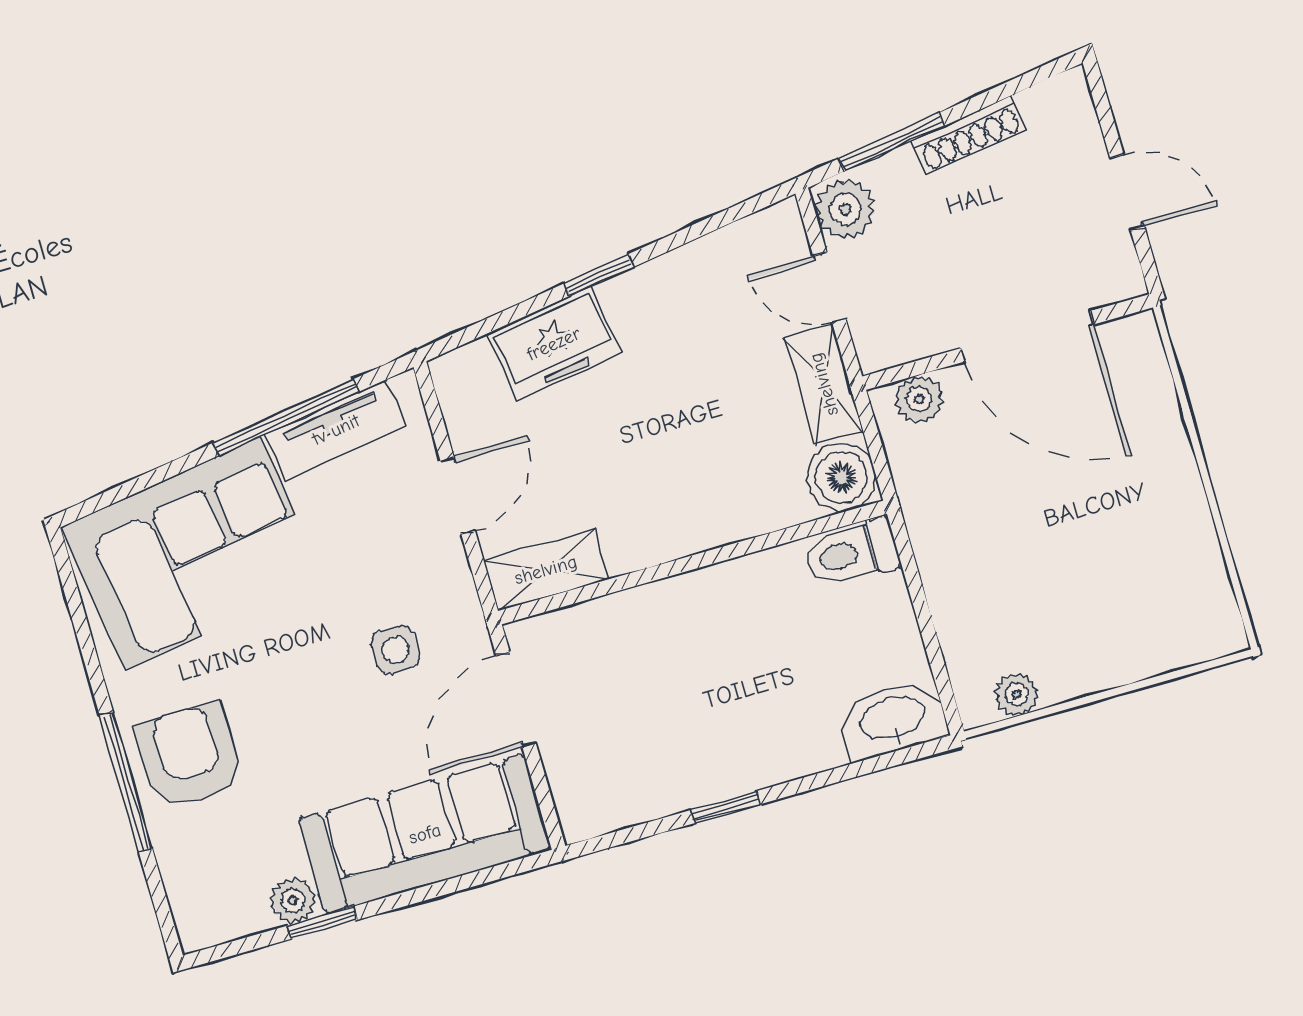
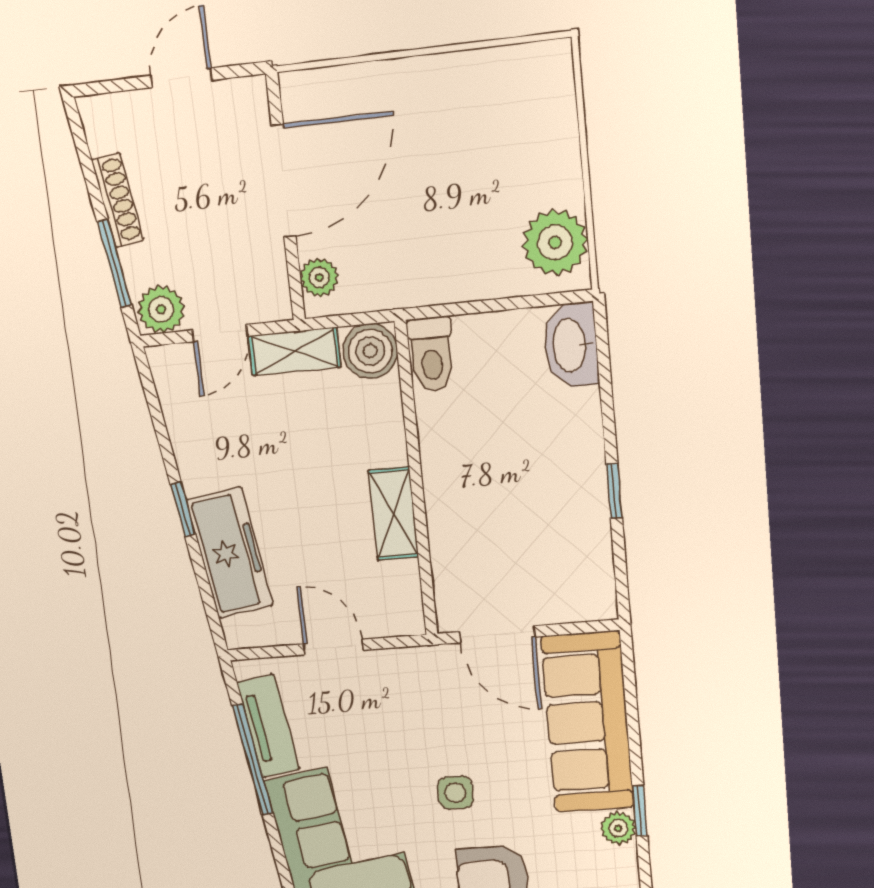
freezer: (554, 344) -> (230, 553), width x1.40
shelving: (546, 570) -> (394, 514), moved
side table: (395, 650) -> (455, 793), moved
plant: (1017, 694) -> (555, 242), width x1.88, depth x1.88

